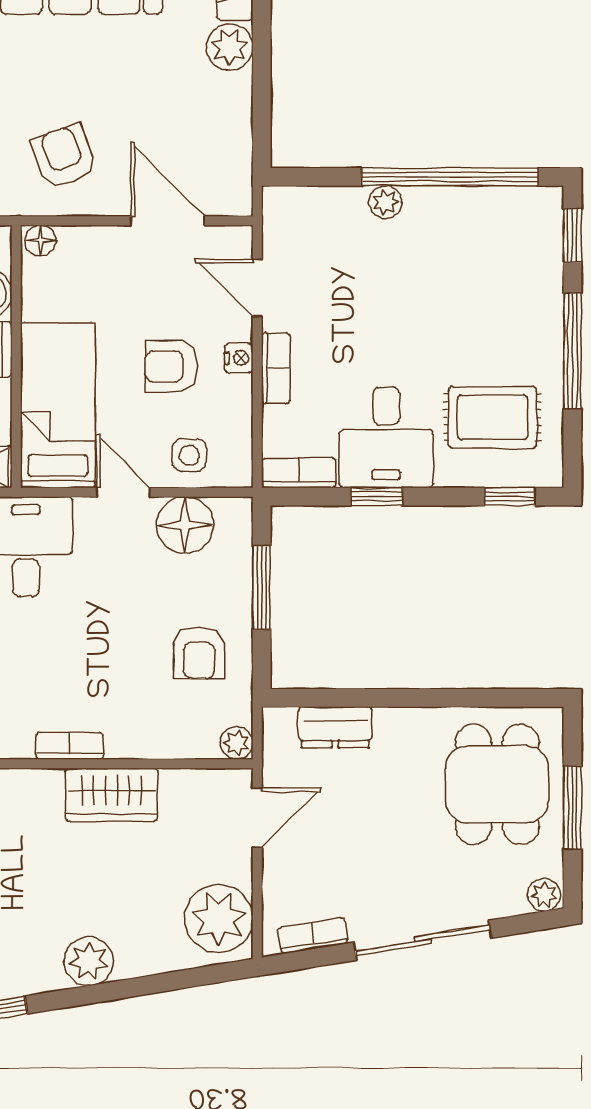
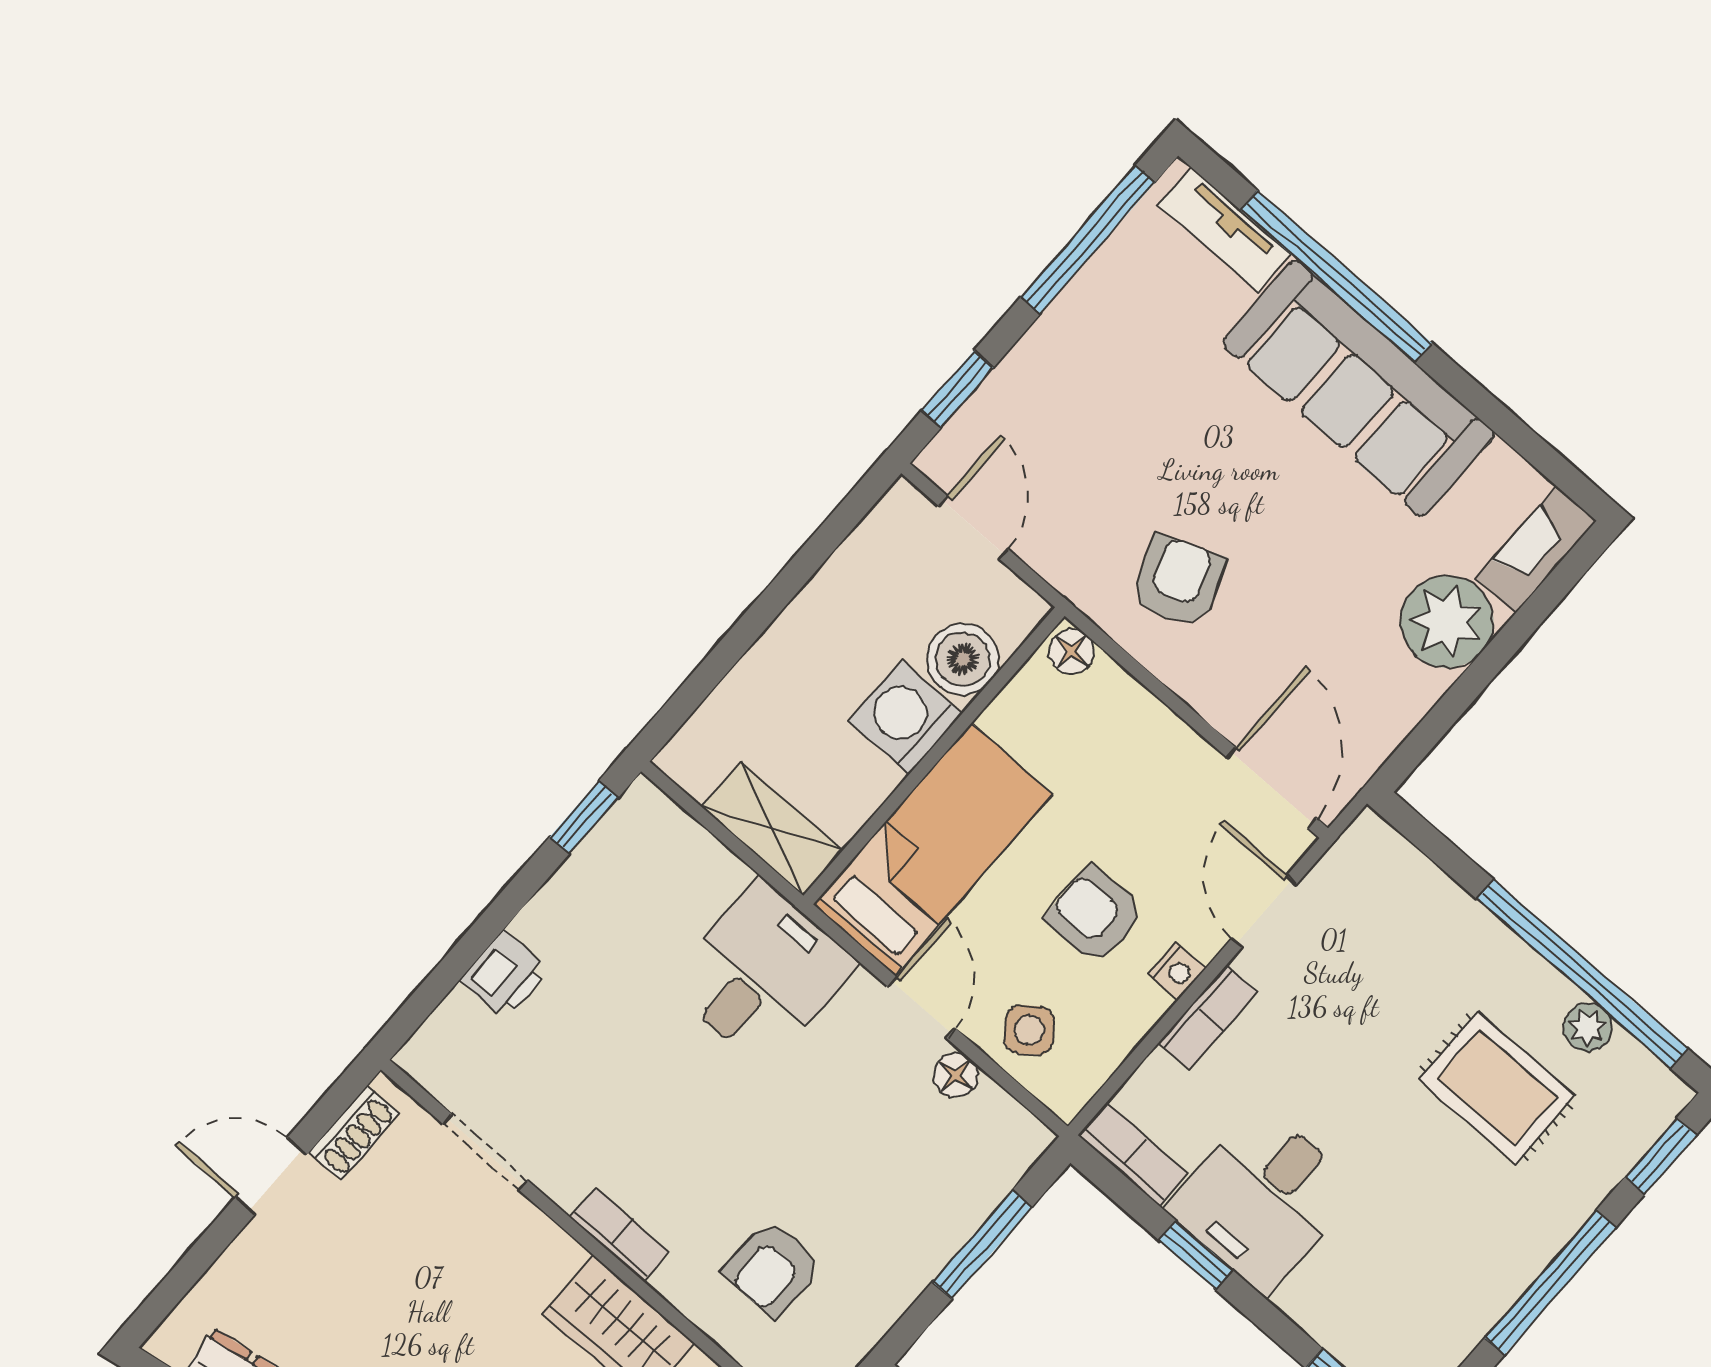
plant: (230, 47) -> (1447, 622), width x1.36, depth x1.36
plant: (386, 202) -> (1588, 1027), moved
door: (168, 221) -> (1272, 788), moved
rug: (492, 417) -> (1497, 1088), moved
side table: (189, 455) -> (1029, 1030), turned -37
floor lamp: (185, 525) -> (956, 1075), width x0.53, depth x0.53
armchair: (199, 653) -> (772, 1269), moved

